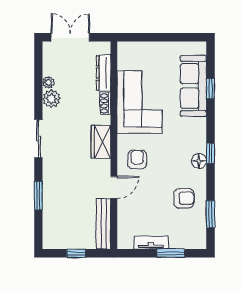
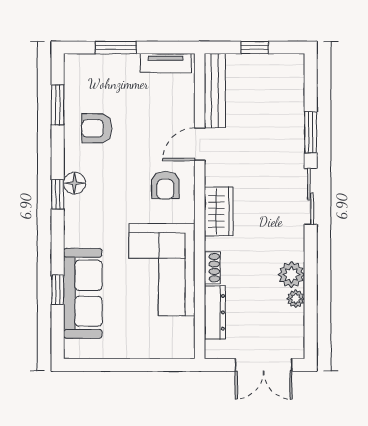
sliding door: (38, 139) -> (311, 196), moved
tv unit: (151, 243) -> (166, 63), moved

